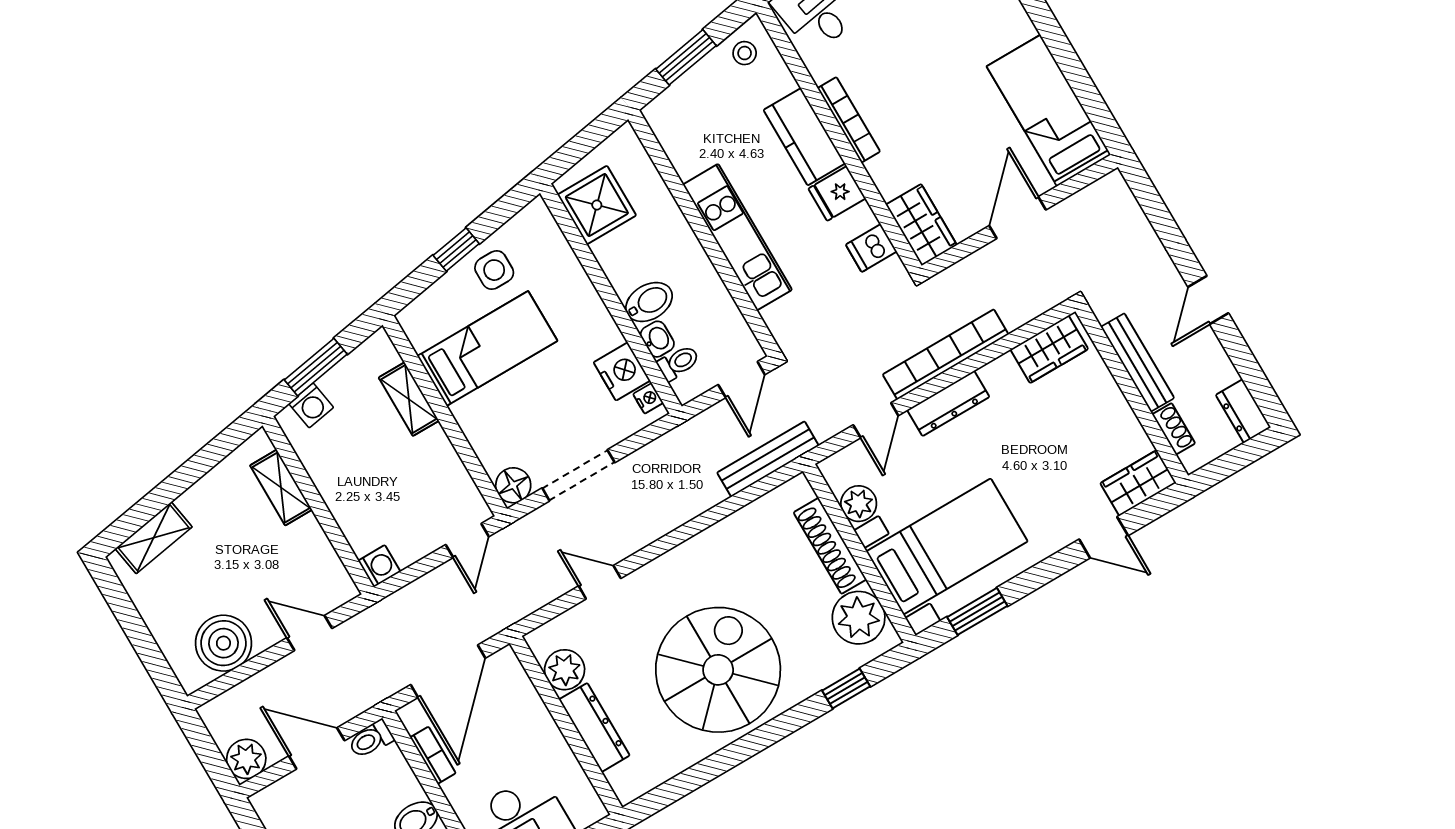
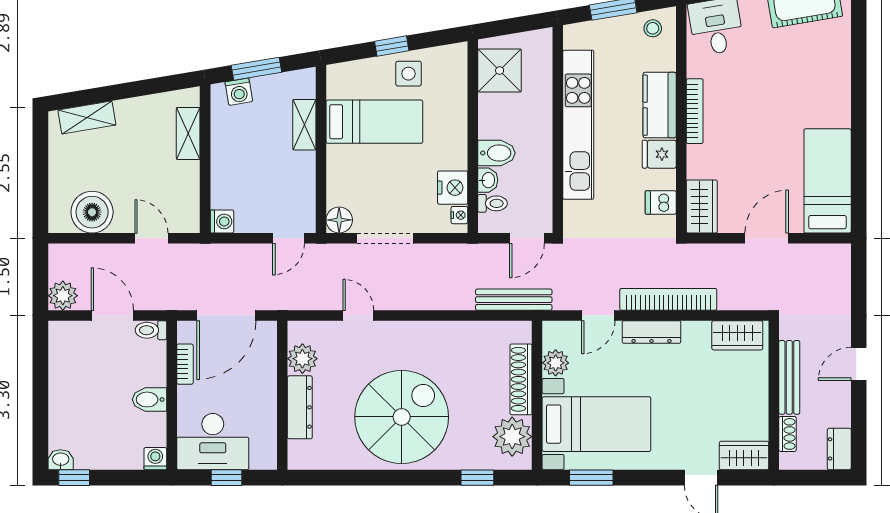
kitchen unit: (737, 237) -> (578, 125), width x1.36

